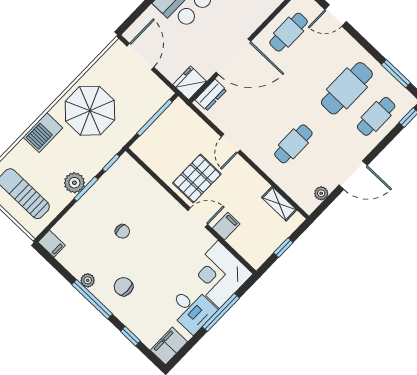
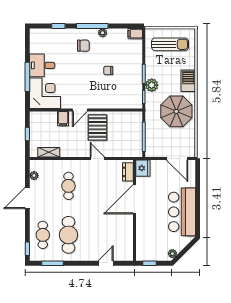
cafe table: (289, 32) -> (120, 235), removed
plant: (74, 183) -> (152, 85), moved
filing cabinet: (169, 346) -> (36, 39), removed

